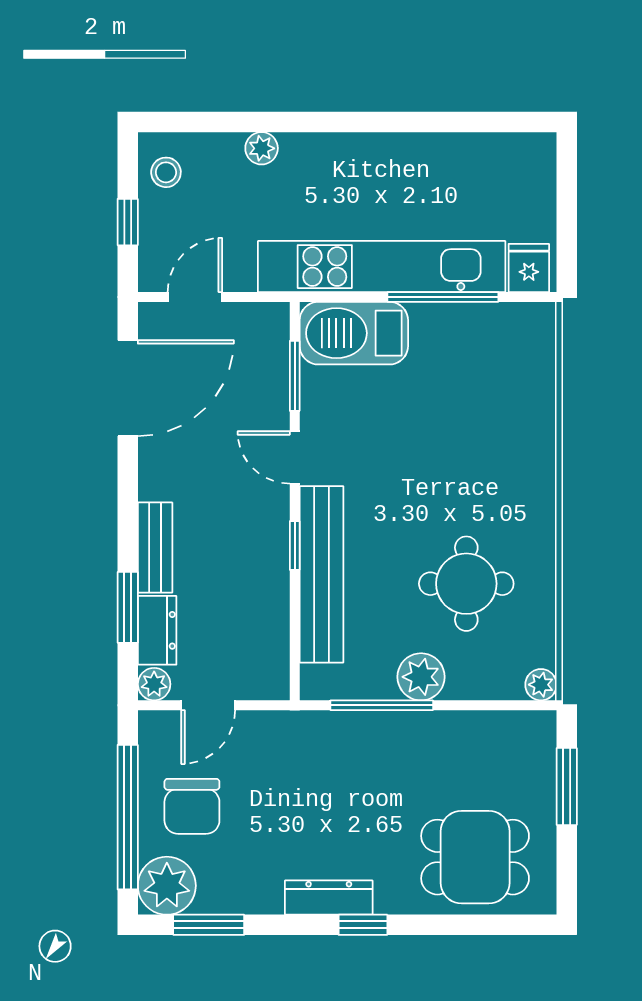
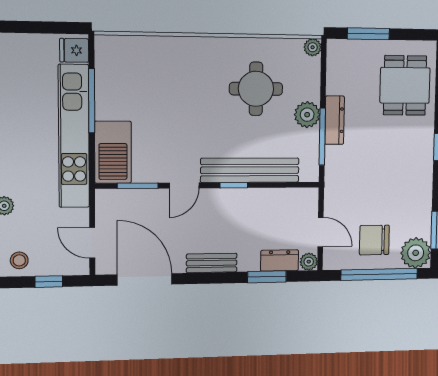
bench: (155, 548) -> (212, 263), moved
chair: (192, 806) -> (374, 240), turned 180
dresser: (329, 898) -> (335, 120), moved, turned 180

